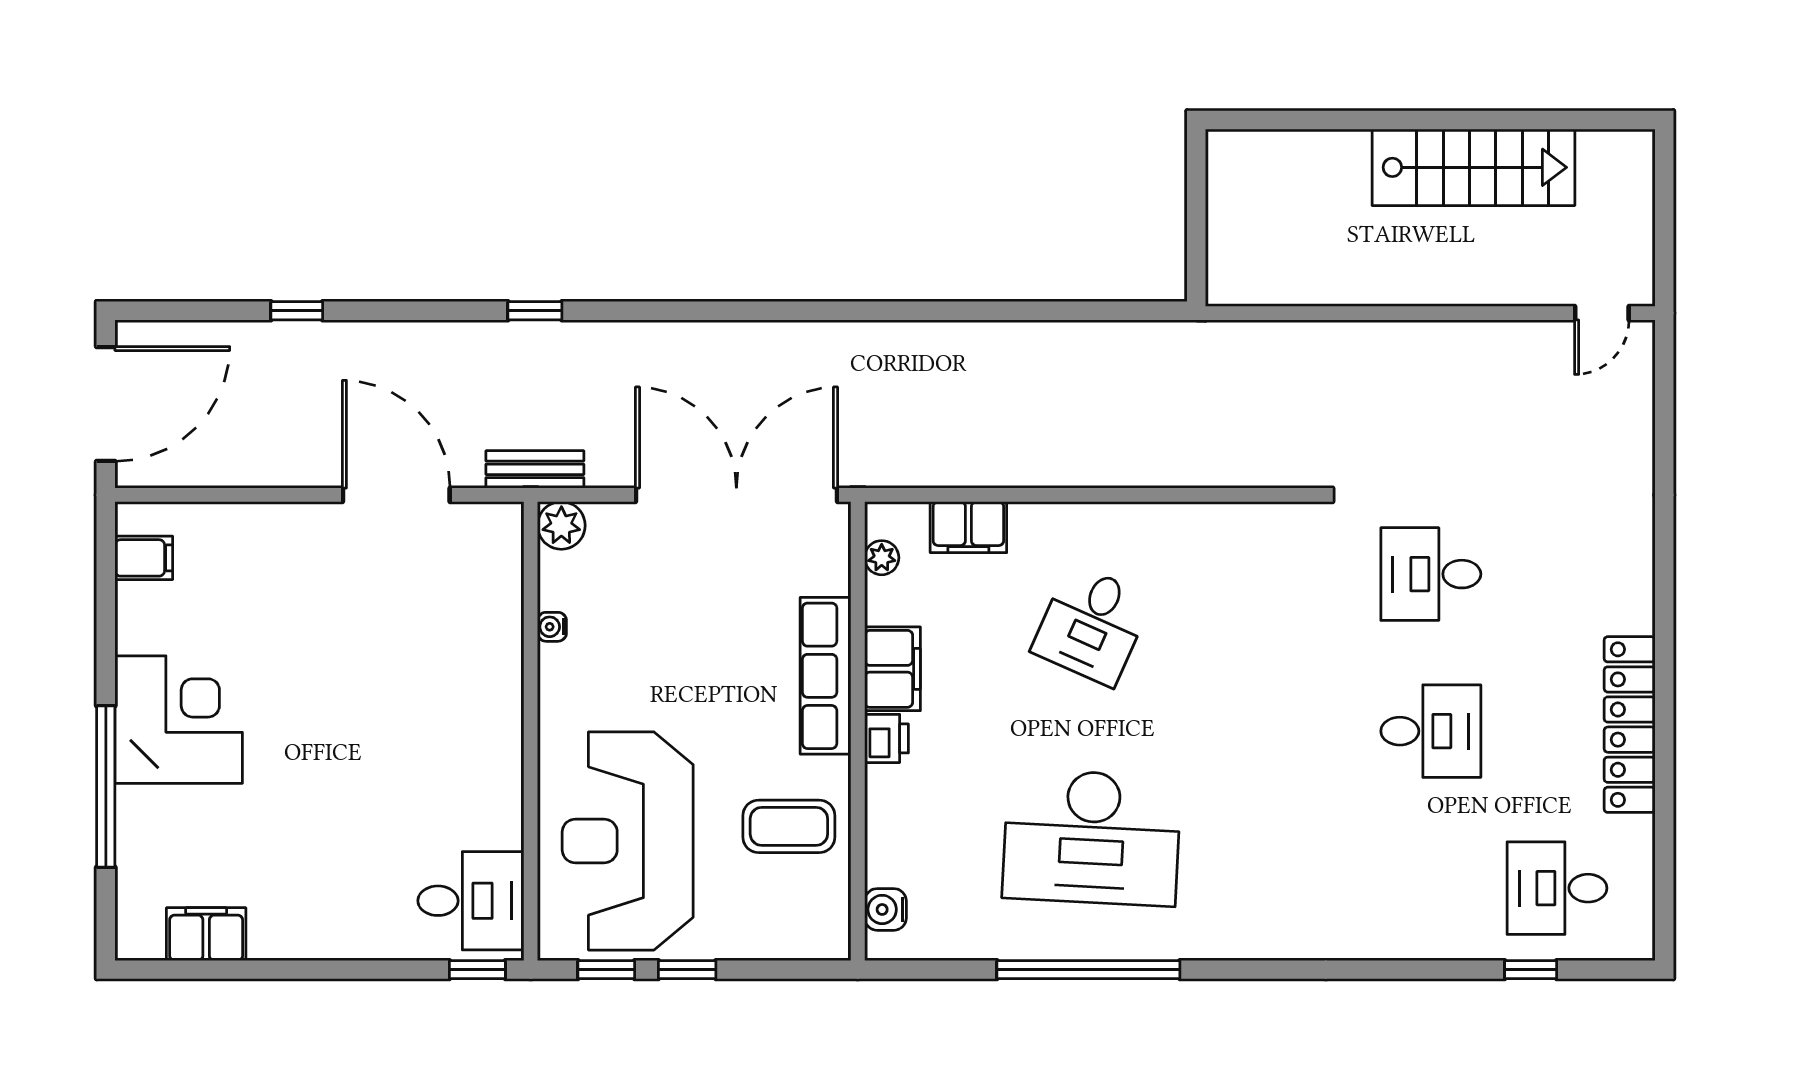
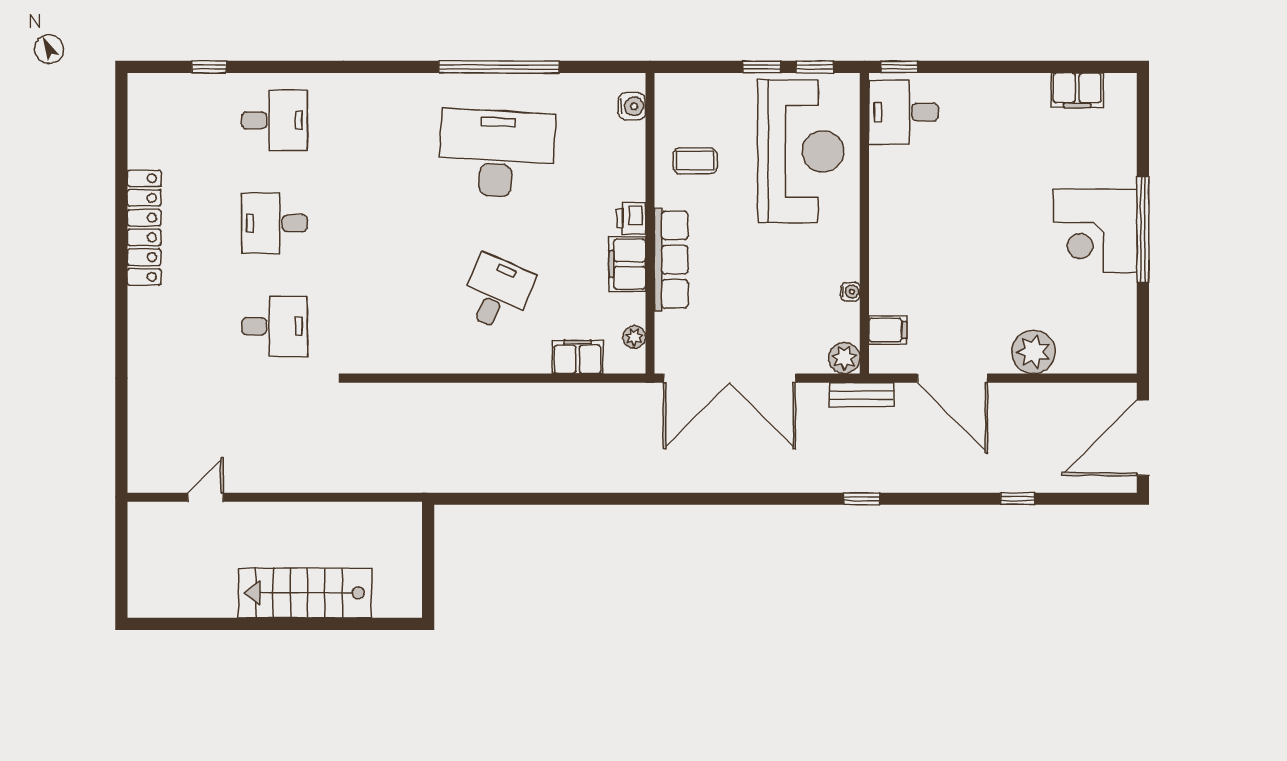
stairs: (1473, 167) -> (305, 593), moved
door: (1602, 313) -> (206, 497), moved
plant: (273, 535) -> (1034, 352), added
filing cabinet: (144, 558) -> (888, 330), moved, turned 180
window: (106, 786) -> (1143, 230), moved
coffee table: (789, 826) -> (695, 161), width x0.73, depth x0.77
desk: (1557, 888) -> (274, 120), moved

